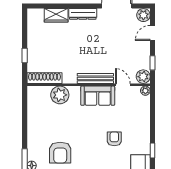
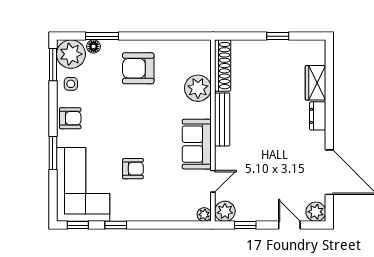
dresser: (83, 14) -> (318, 116), width x0.70
window: (25, 55) -> (278, 36), moved
bench: (95, 78) -> (222, 119), moved
armchair: (60, 153) -> (138, 68), moved

